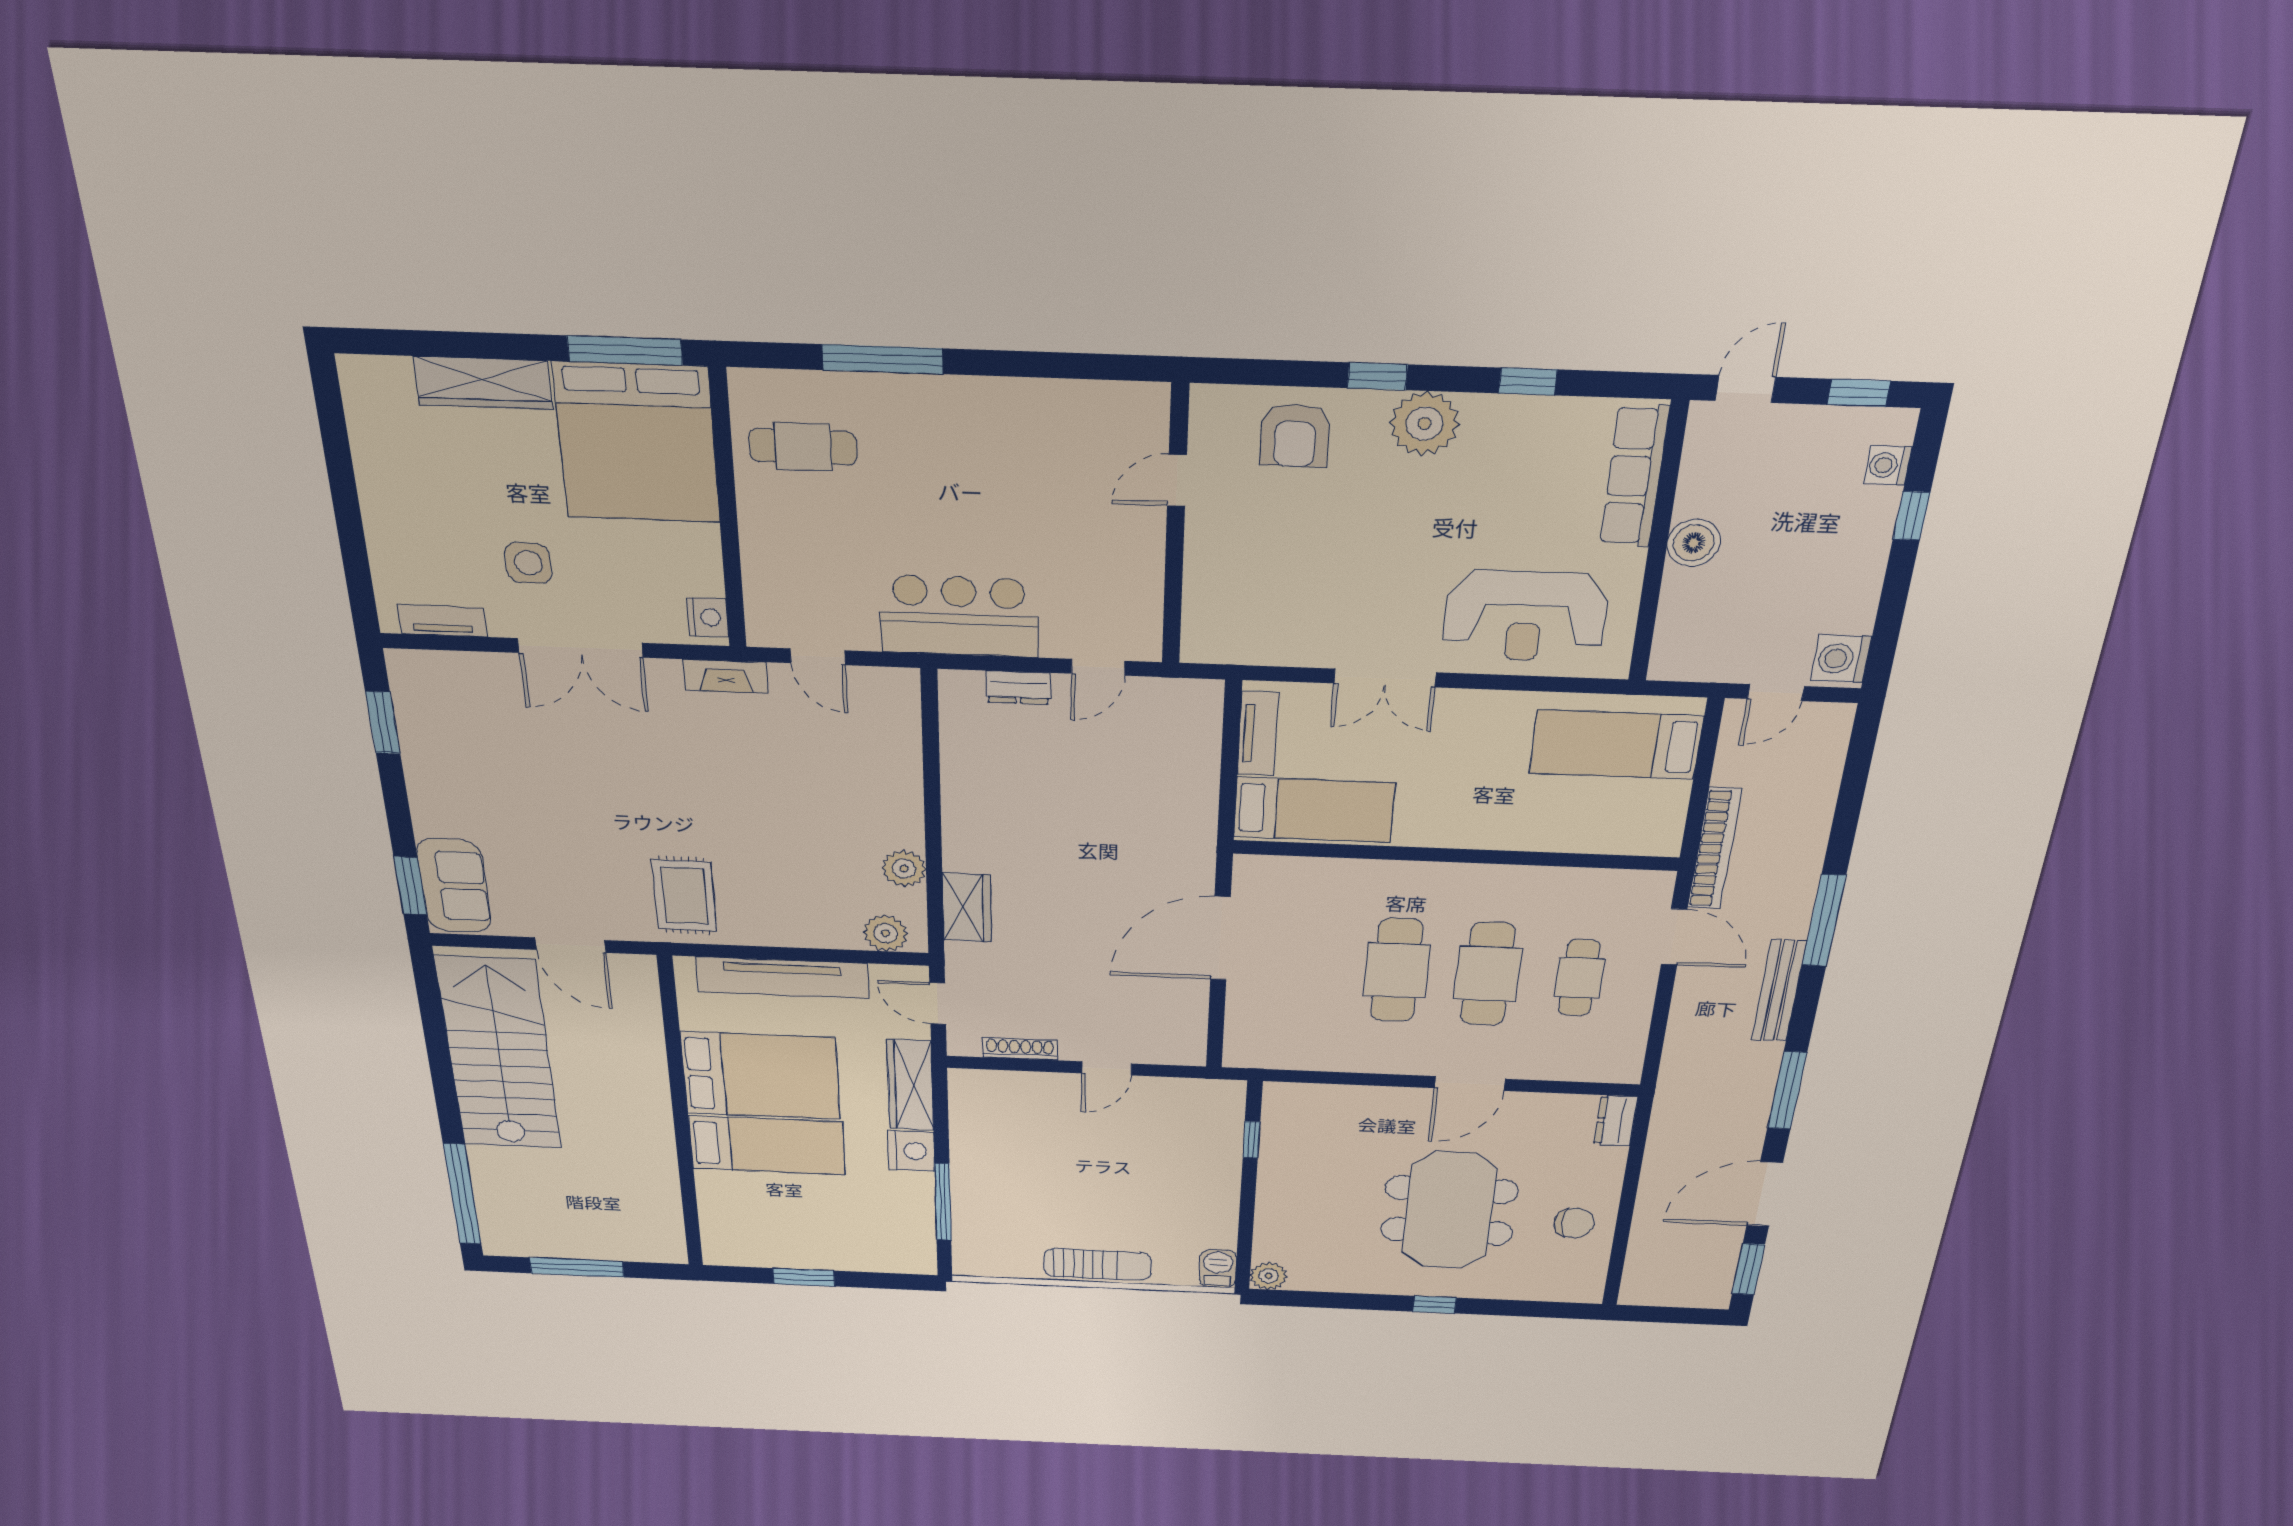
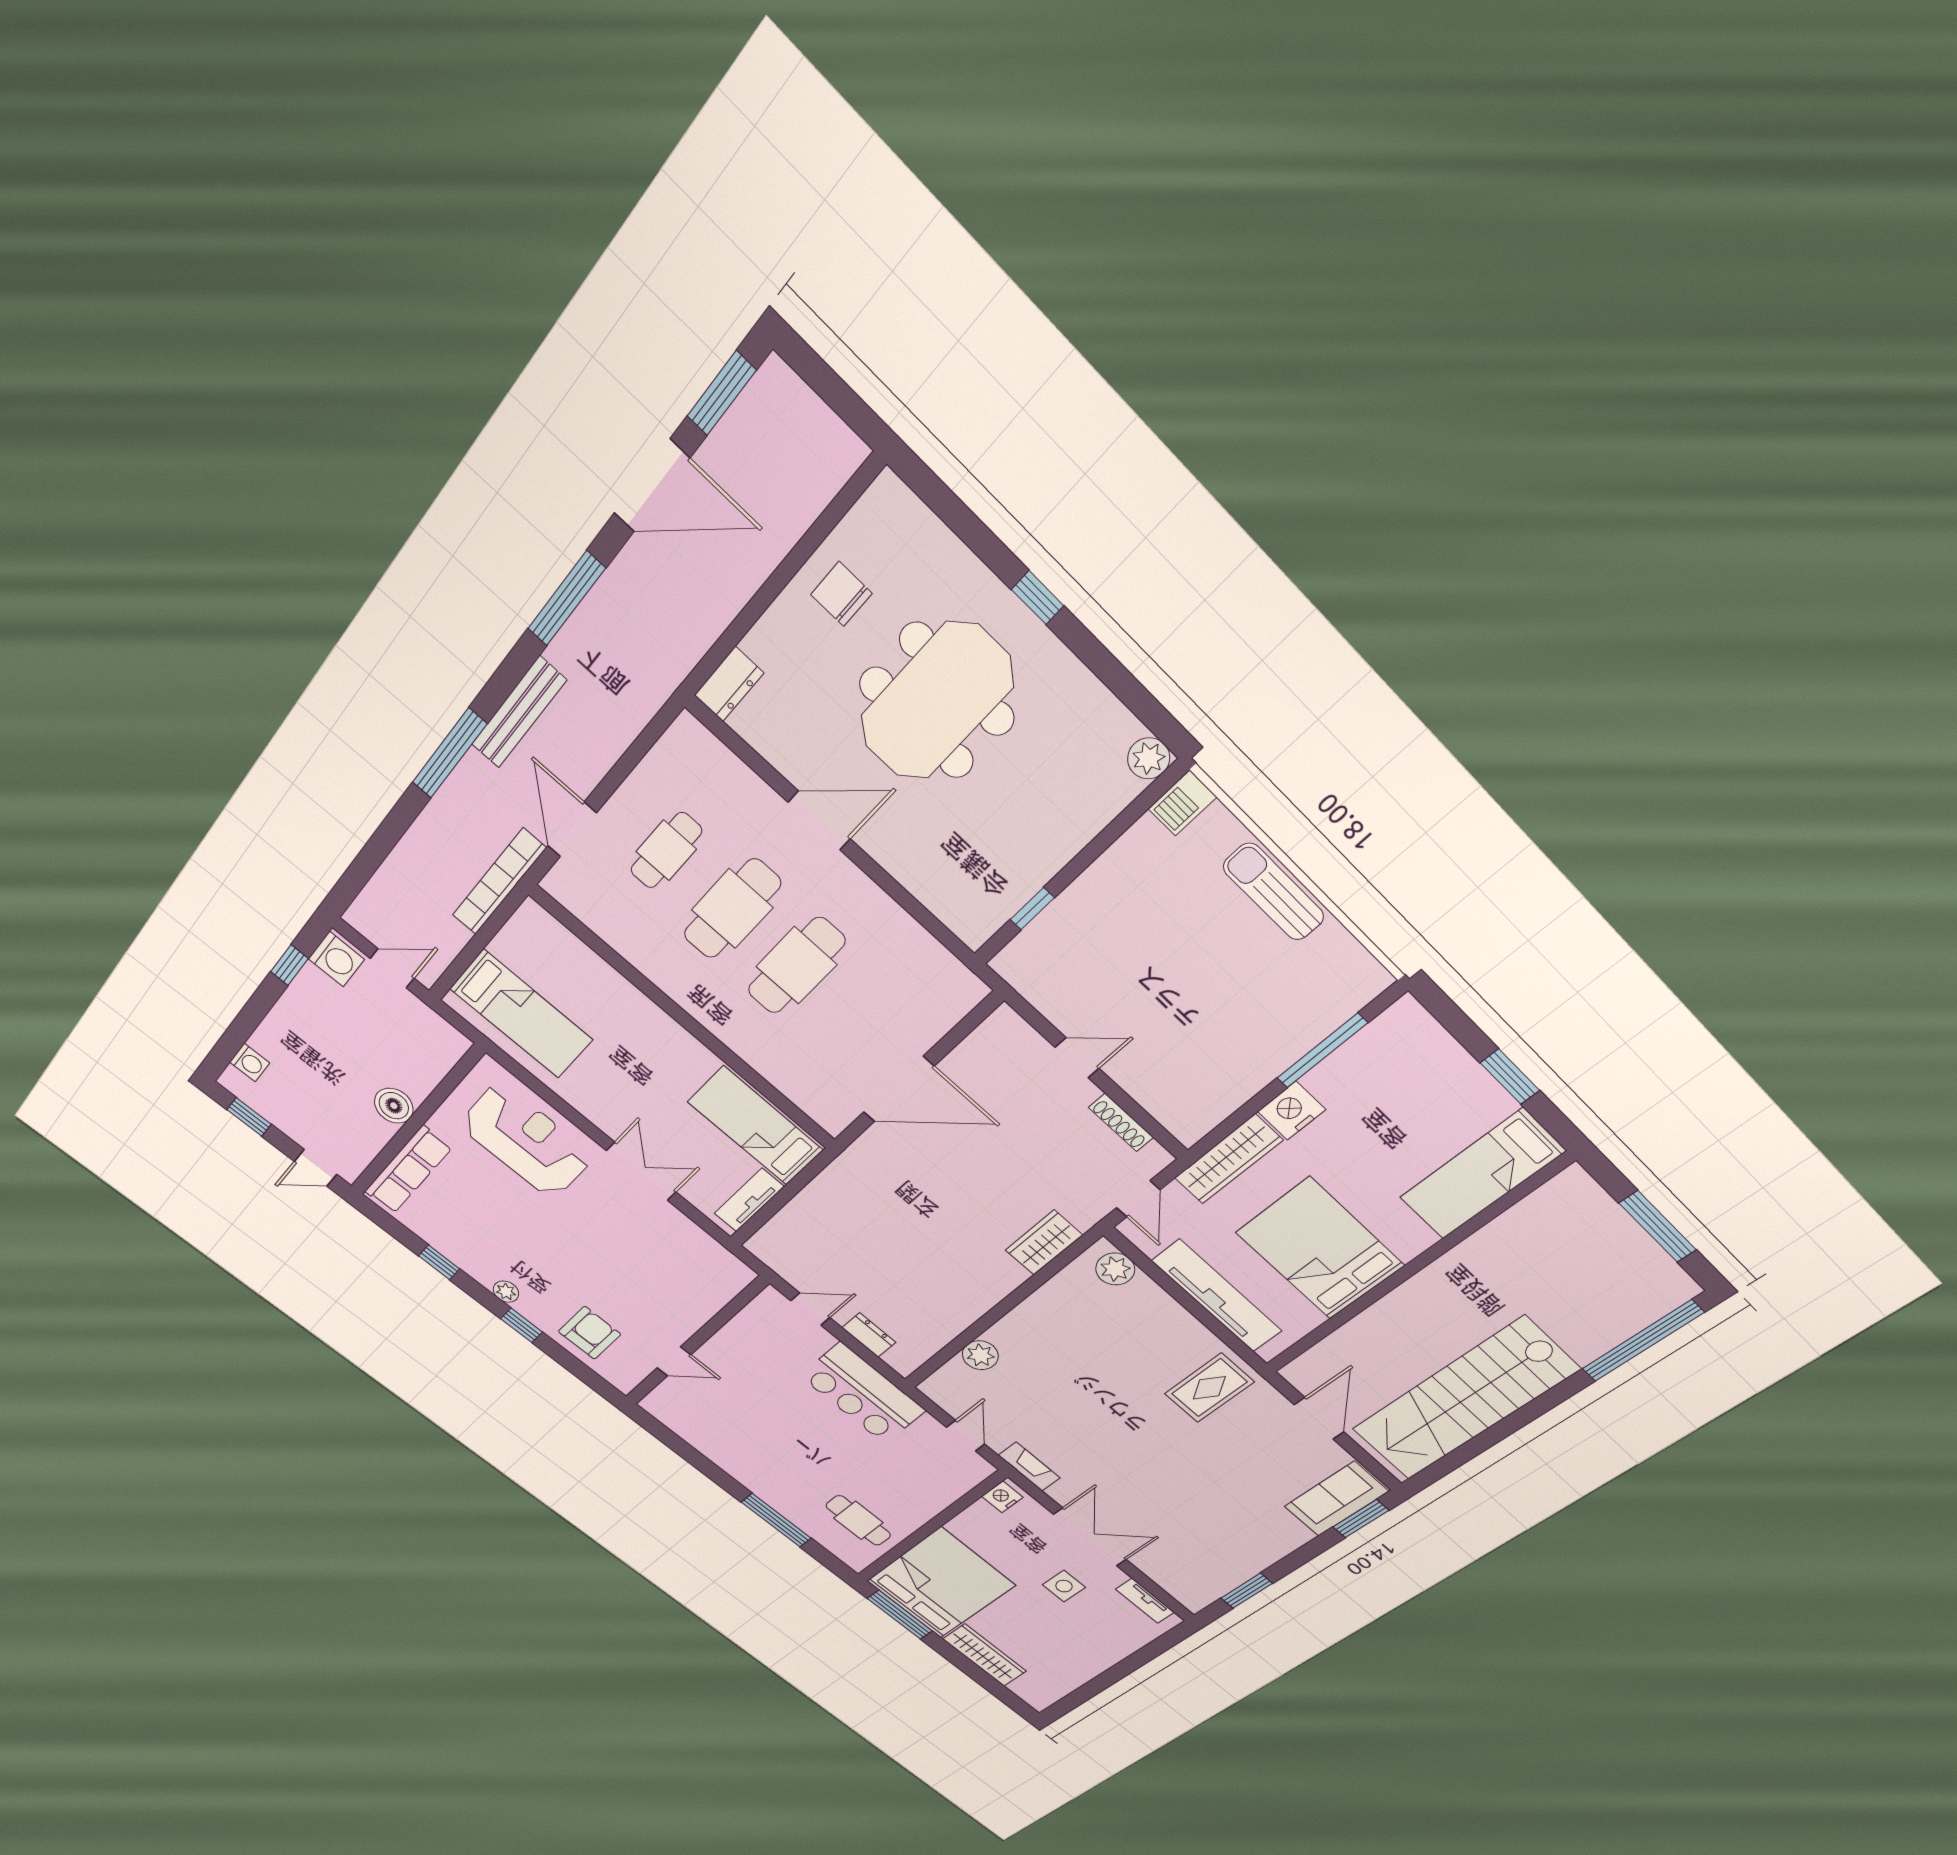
plant: (1425, 424) -> (506, 1292), width x0.53, depth x0.53
window: (1911, 516) -> (289, 965), moved
plant: (904, 869) -> (980, 1355), moved
bed: (767, 1145) -> (1482, 1174), moved, turned -90

